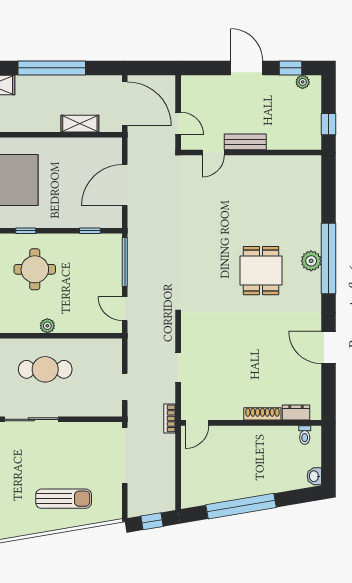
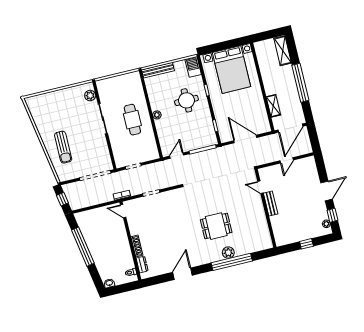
bench: (245, 142) -> (271, 204), moved
door: (213, 152) -> (260, 187), moved
wall: (251, 152) -> (266, 208), moved

